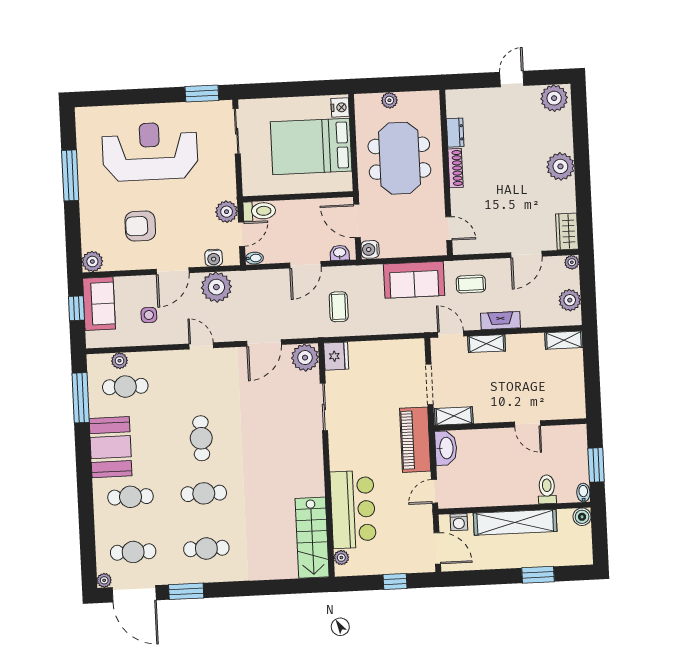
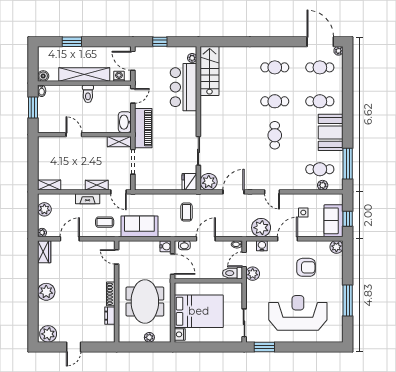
reception desk: (150, 151) -> (298, 313), turned 180
toilet: (547, 489) -> (88, 94), moved
window: (186, 591) -> (288, 42), removed

